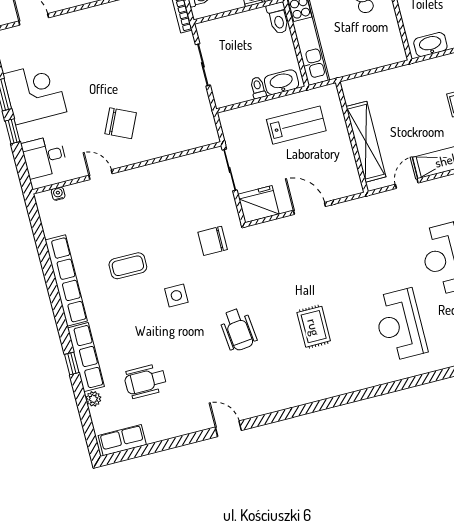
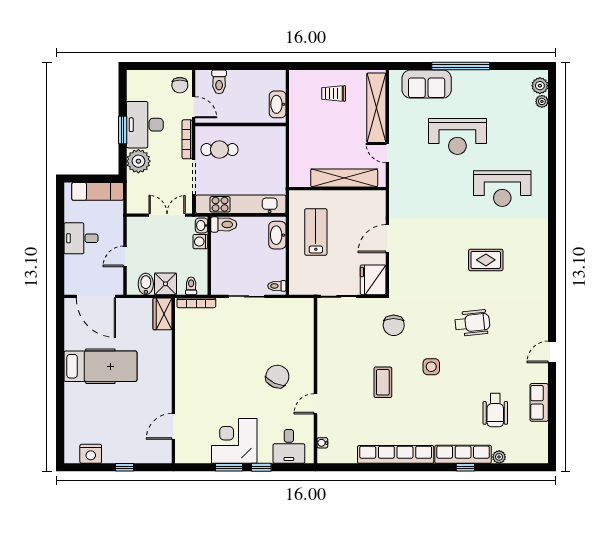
toilet: (258, 88) -> (277, 286), moved
coffee table: (128, 266) -> (383, 382), moved
row of seats: (122, 440) -> (539, 402), moved

